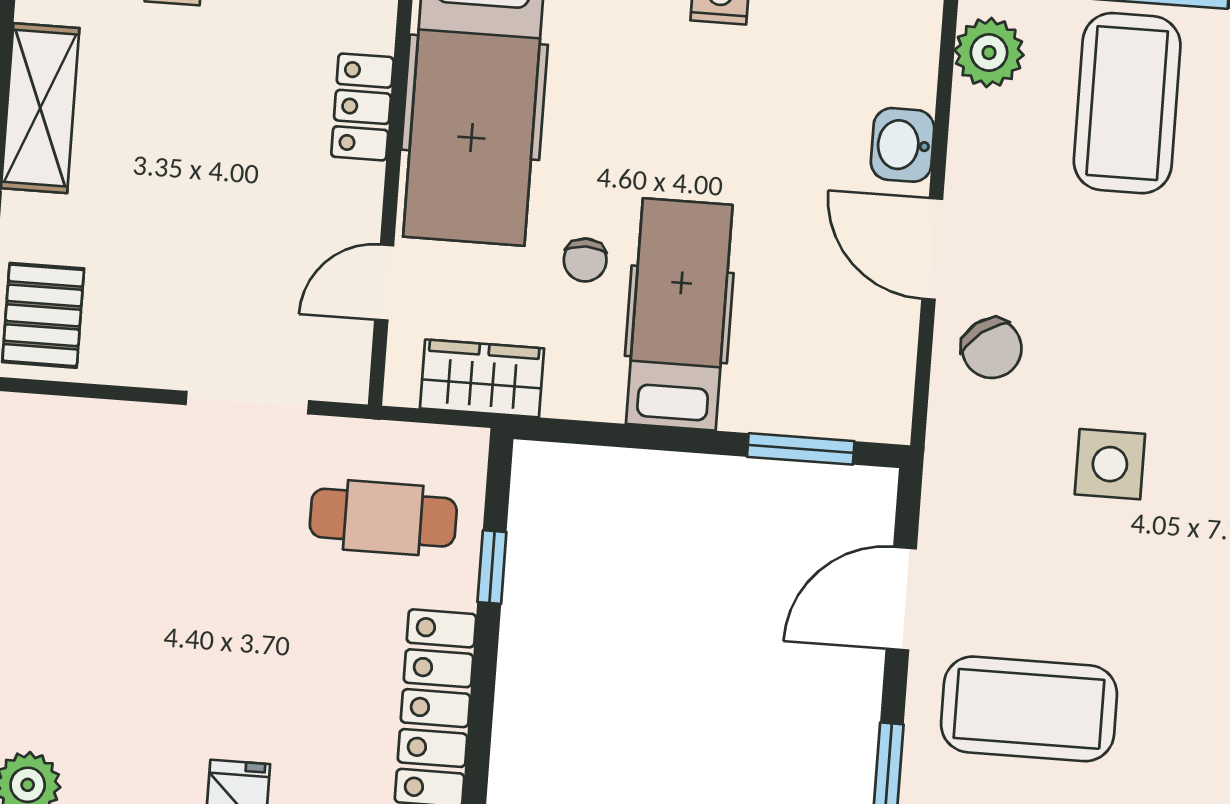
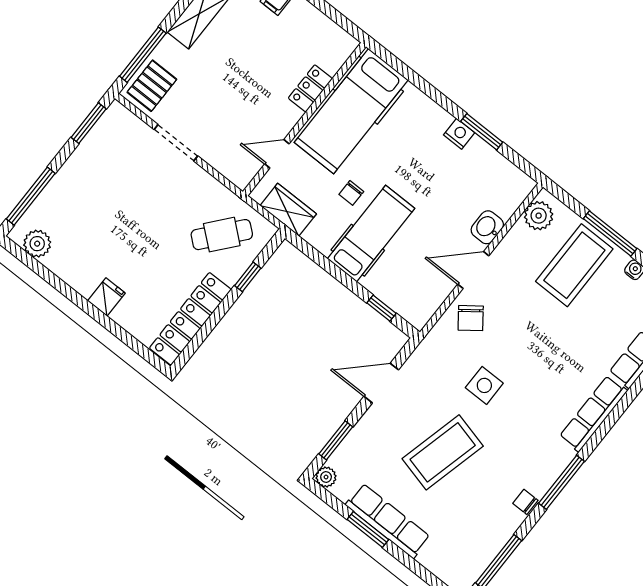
door: (932, 249) -> (473, 270), hinge flipped
doorway: (247, 403) -> (176, 143), moved
window: (801, 449) -> (381, 308), width x0.67
cafe table: (383, 518) -> (222, 235), turned -50
coffee table: (1029, 709) -> (443, 452), moved, turned -76

